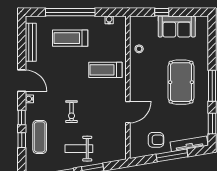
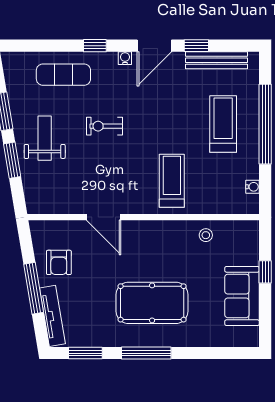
window: (22, 140) -> (196, 46), moved

